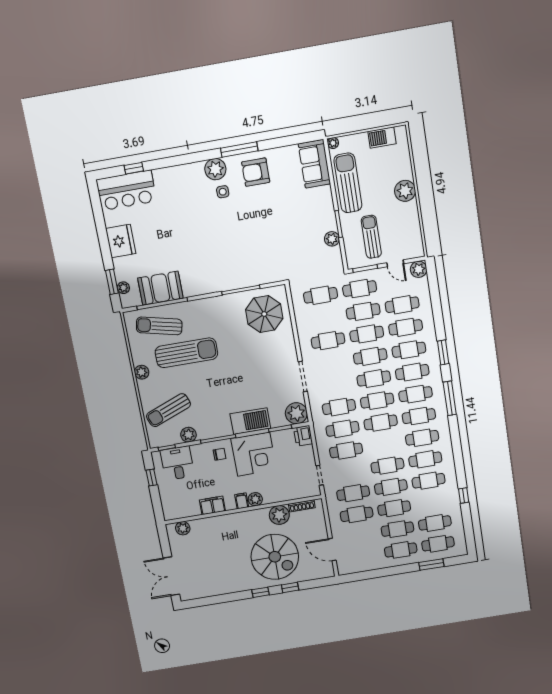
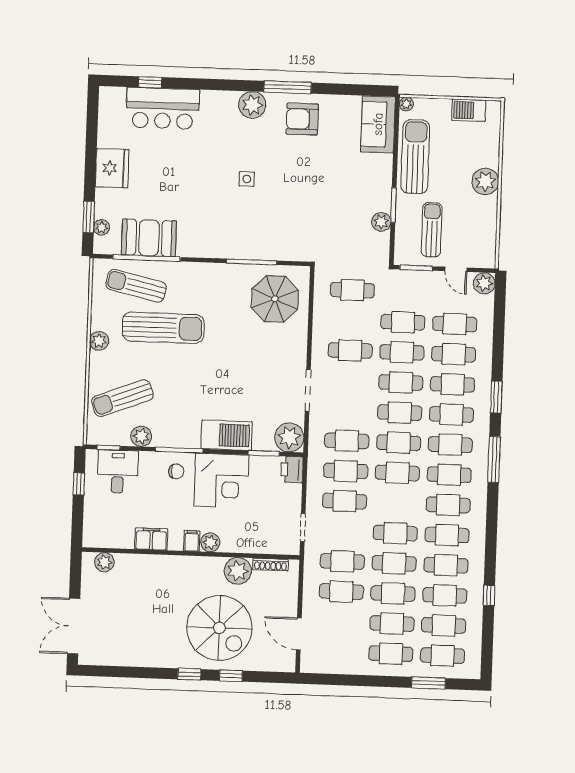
bar counter: (126, 190) -> (163, 108), moved
side table: (223, 192) -> (247, 179), moved
cafe table: (360, 289) -> (445, 595), moved

